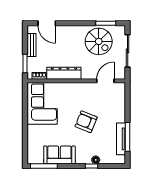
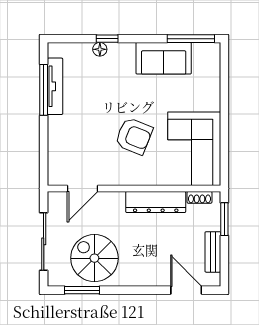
armchair: (86, 122) -> (134, 136), moved

